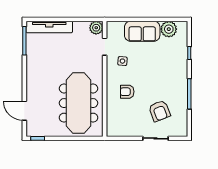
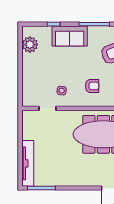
plant: (96, 28) -> (28, 117), removed
sofa: (142, 31) -> (70, 36), moved, turned 90
armchair: (127, 92) -> (92, 86), turned -90

